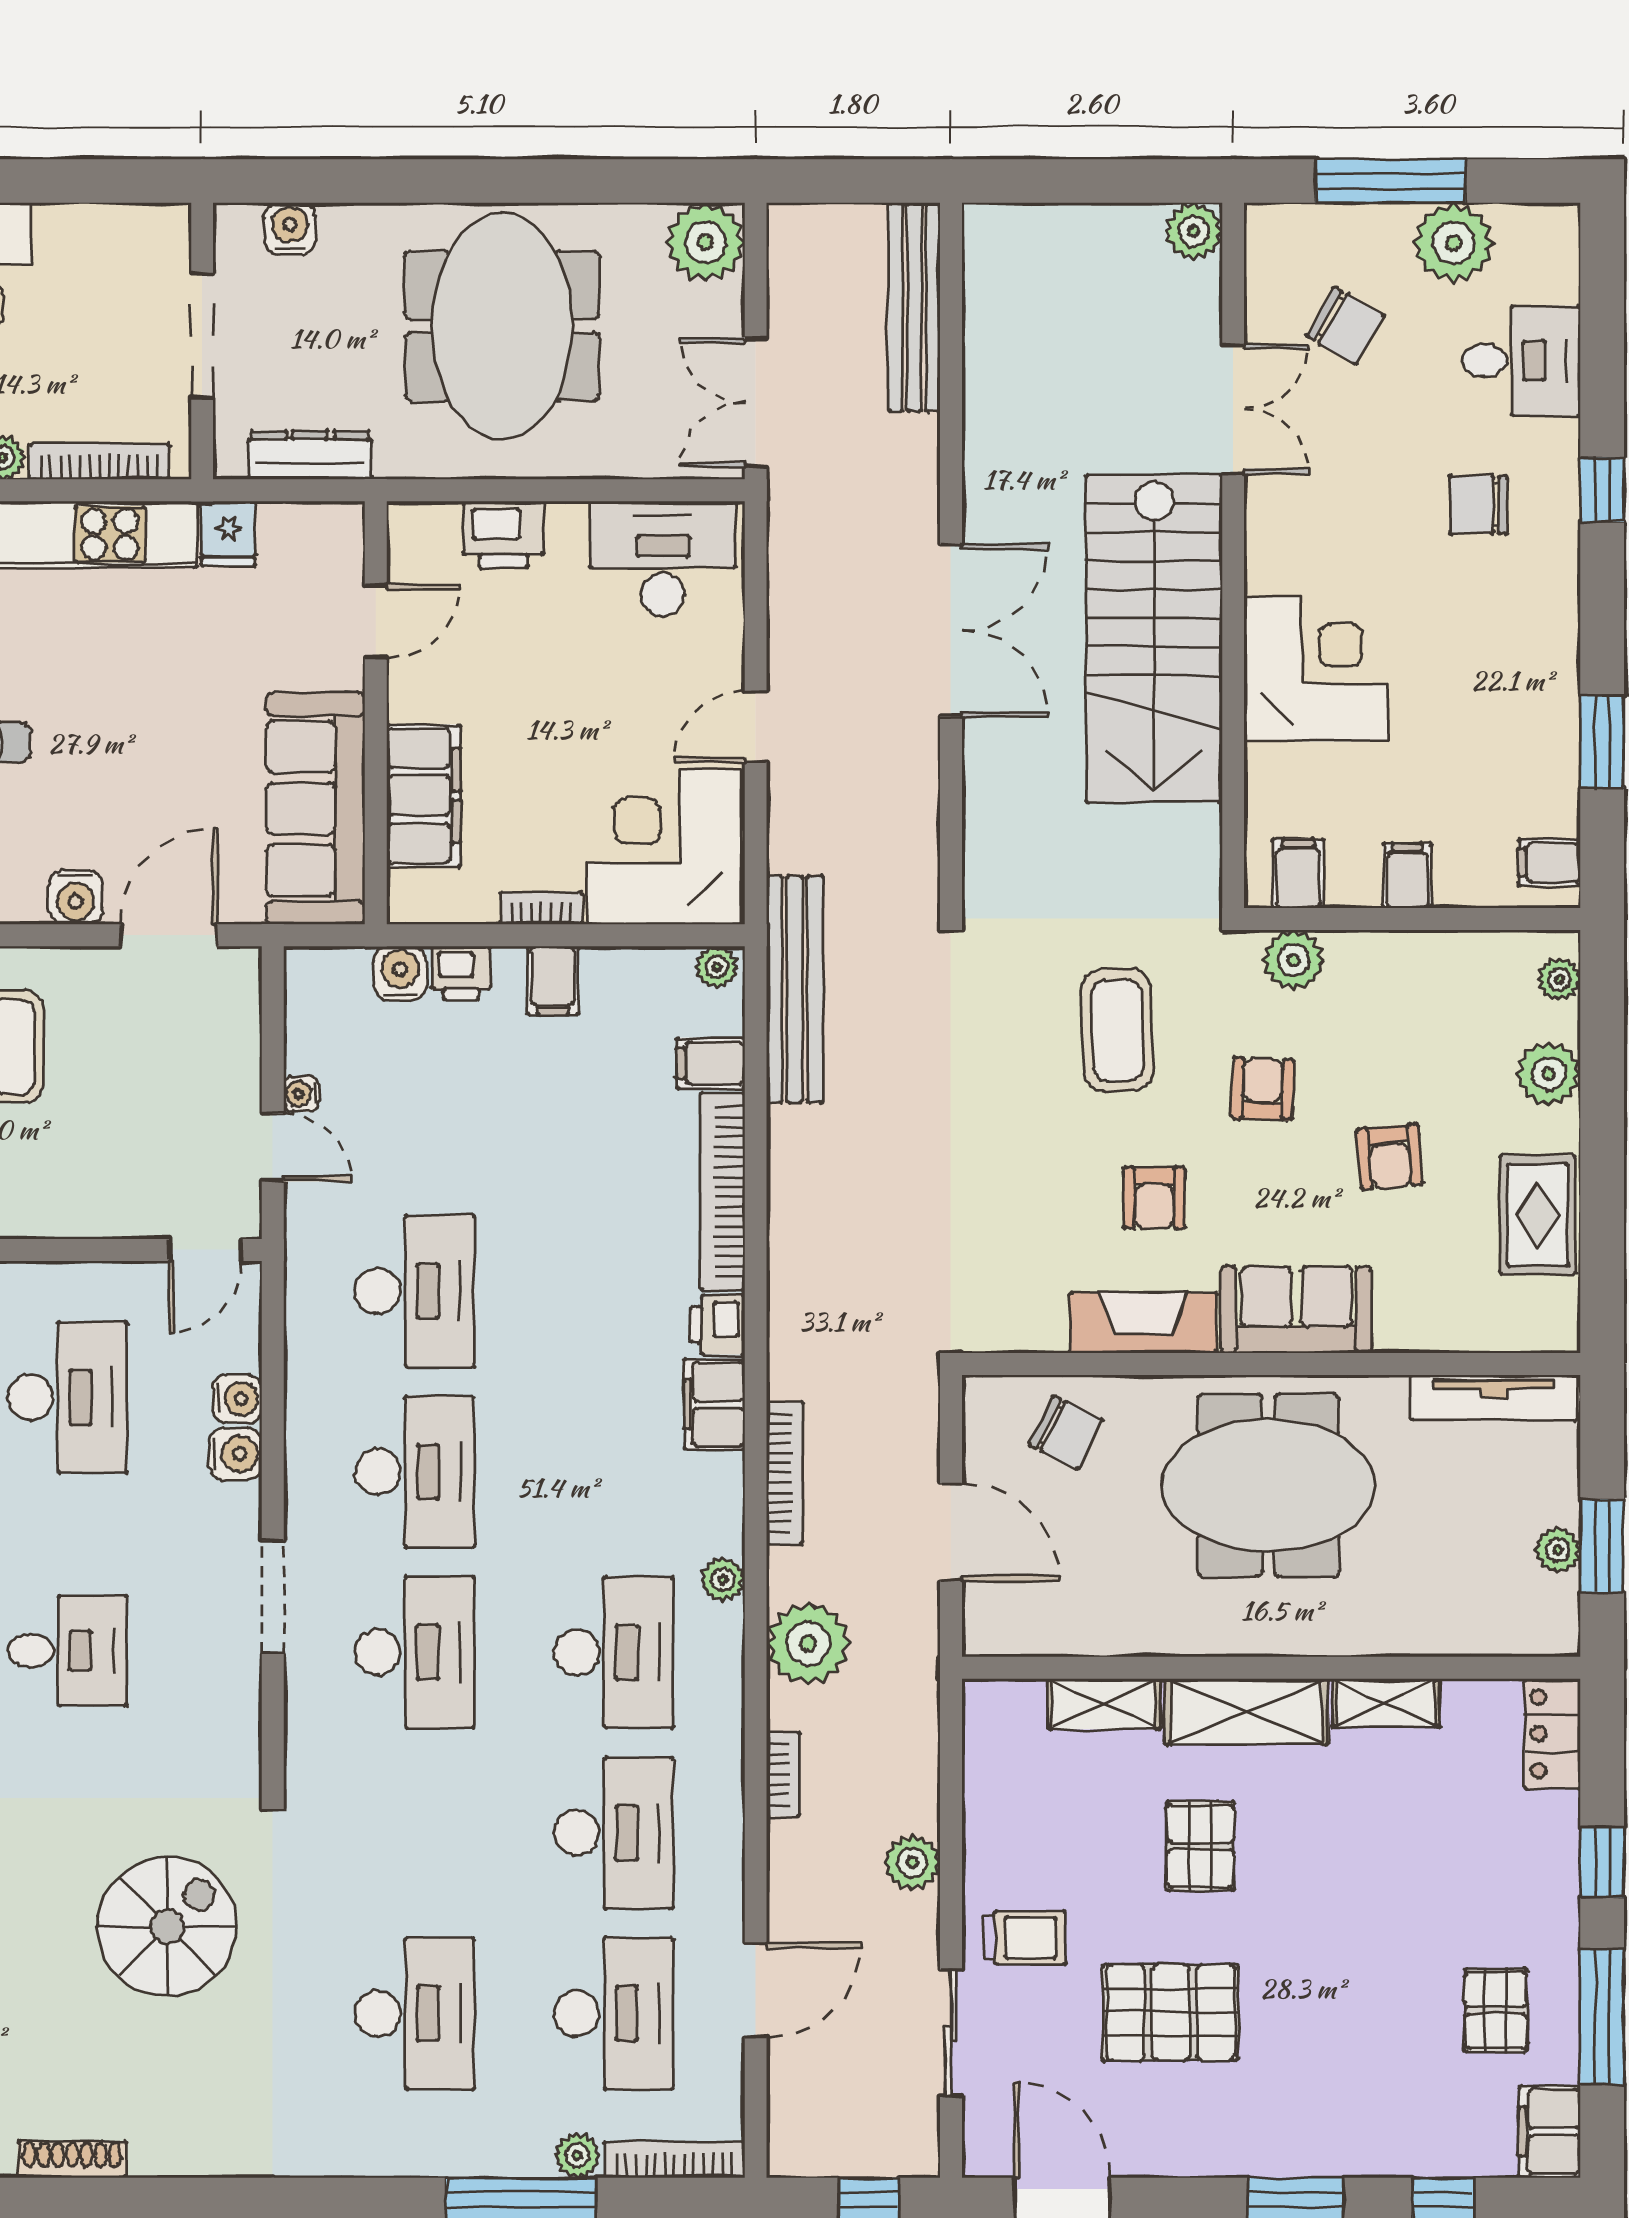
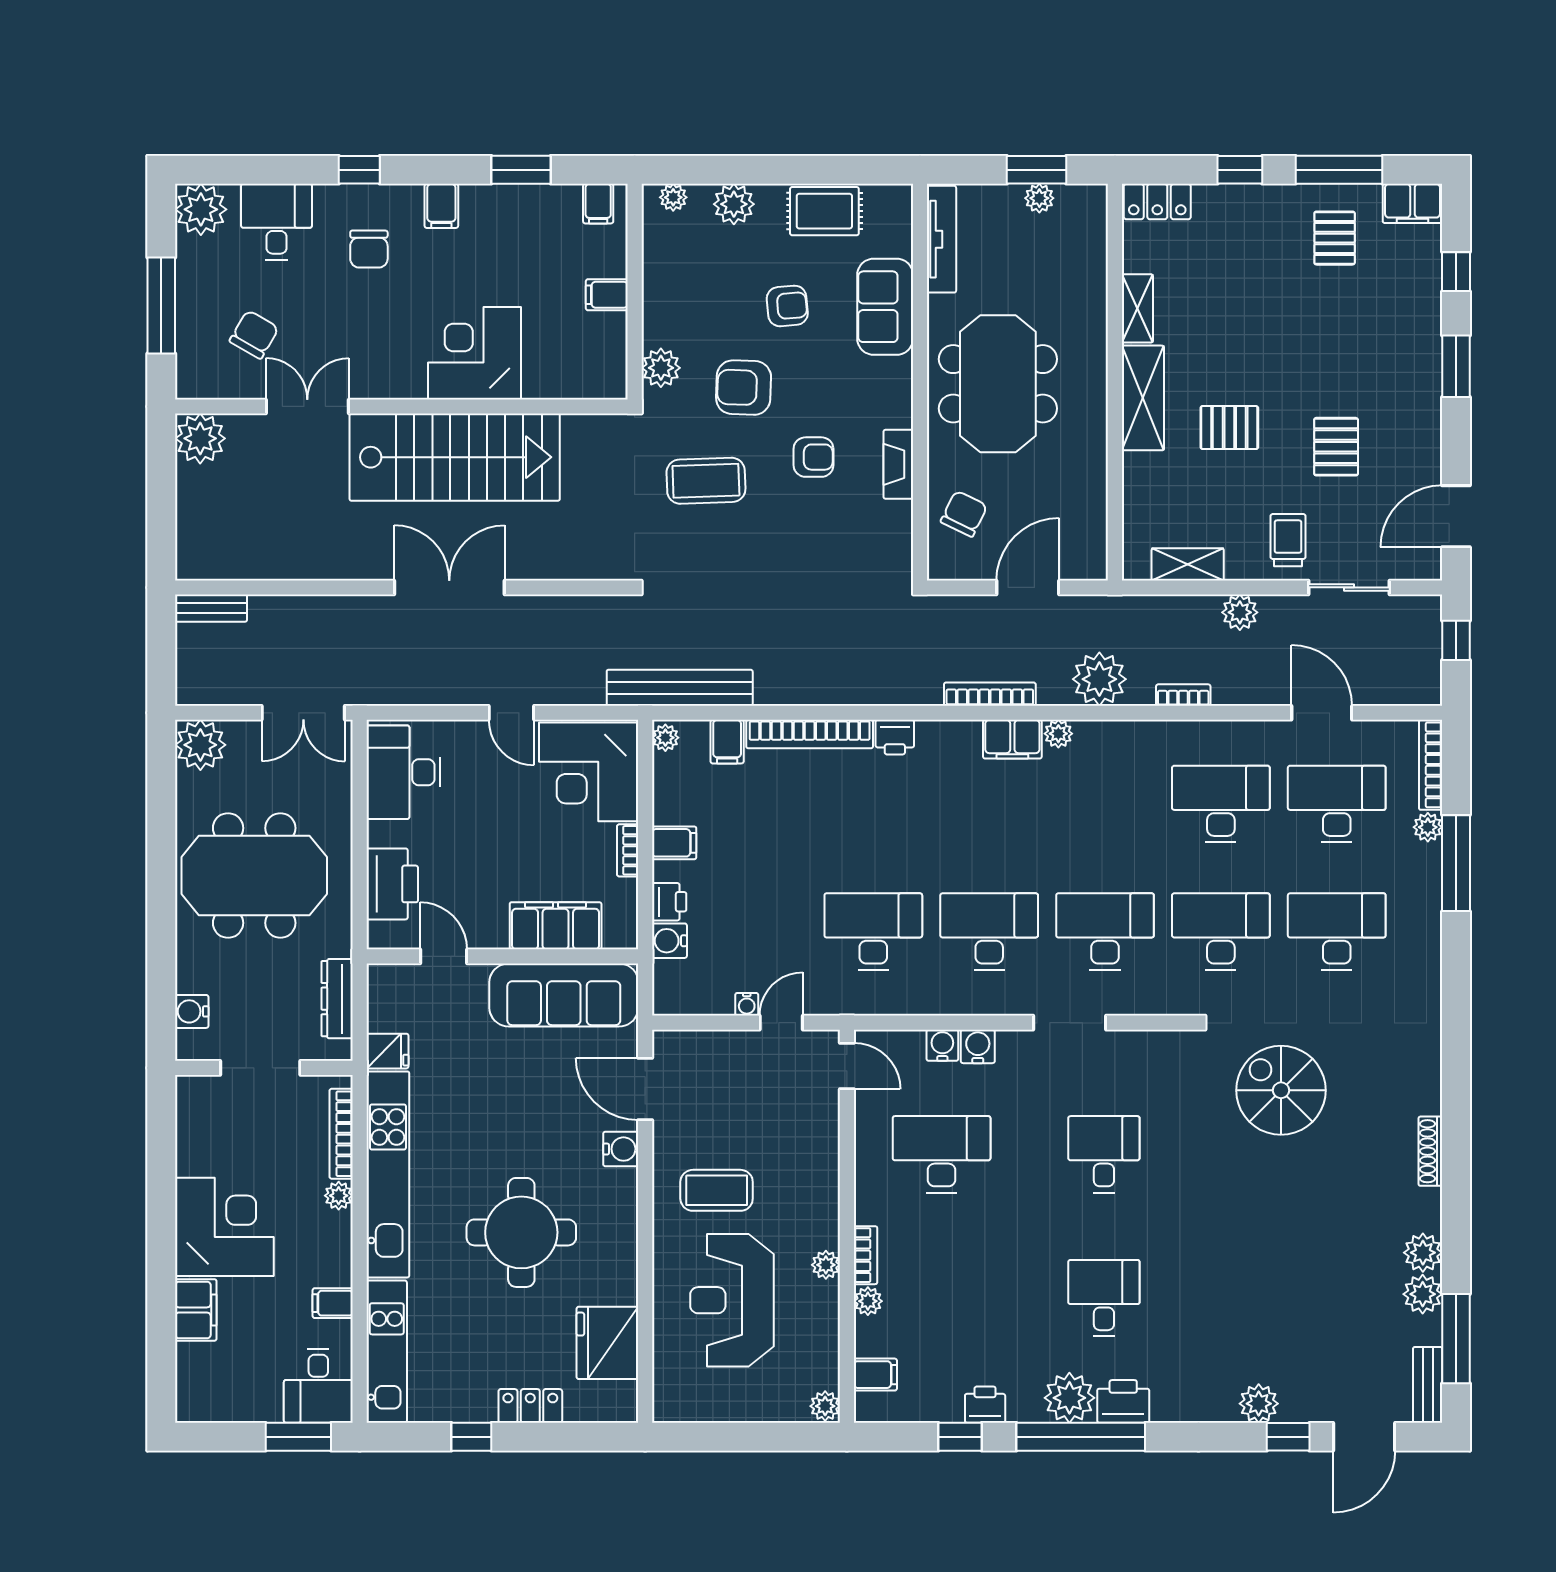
plant: (1194, 231) -> (200, 438), width x1.36, depth x1.36
plant: (1454, 243) -> (201, 209), moved
bench: (914, 307) -> (211, 608), width x0.54, depth x0.82
printer: (504, 535) -> (392, 884), width x1.37, depth x1.19
filing cabinet: (1298, 874) -> (441, 206), moved, turned -90
armchair: (1263, 1089) -> (744, 388), width x1.38, depth x1.38
sofa: (1296, 1310) -> (885, 307), moved
fireplace: (1143, 1323) -> (898, 464), width x0.73, depth x0.76
filing cabinet: (714, 1404) -> (1012, 739), moved
desk: (614, 1652) -> (1221, 931), moved
shelving: (1104, 1704) -> (1188, 564), moved, turned 90
pallet: (1496, 2010) -> (1335, 238), turned 90
pallet: (1170, 2013) -> (1336, 447), width x0.67, depth x0.71

